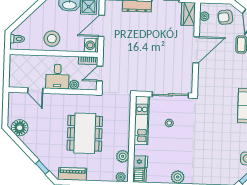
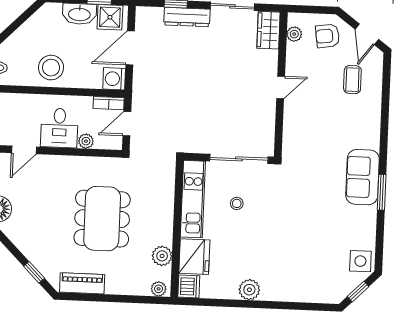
door: (196, 50) -> (281, 87), width x0.53
door: (35, 90) -> (24, 150), hinge flipped
fridge: (140, 162) -> (194, 257), width x1.88, depth x1.34

